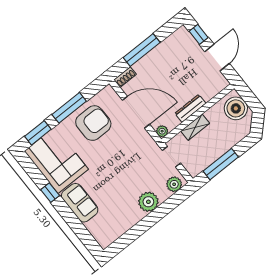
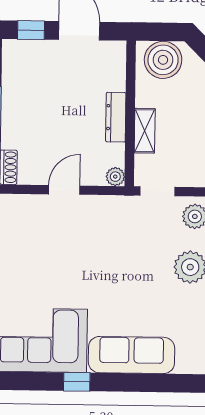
door: (136, 112) -> (64, 190), width x0.53
armchair: (93, 123) -> (34, 255), removed
sofa: (80, 203) -> (132, 355), width x1.36

